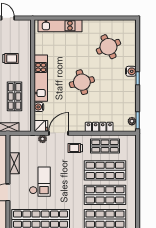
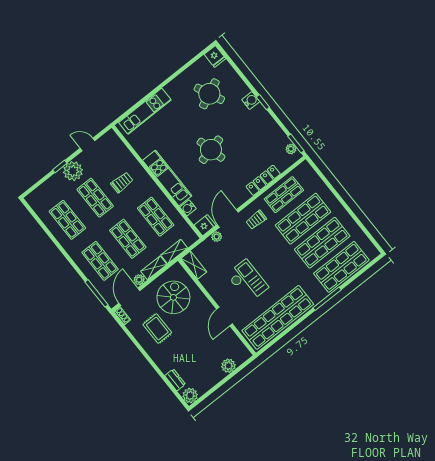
fridge: (130, 26) -> (215, 56), added
shelving: (14, 163) -> (194, 265), moved

